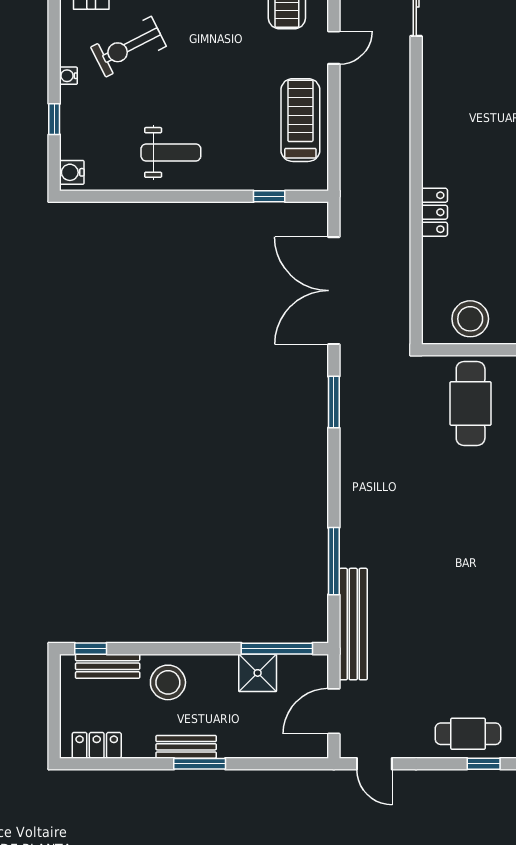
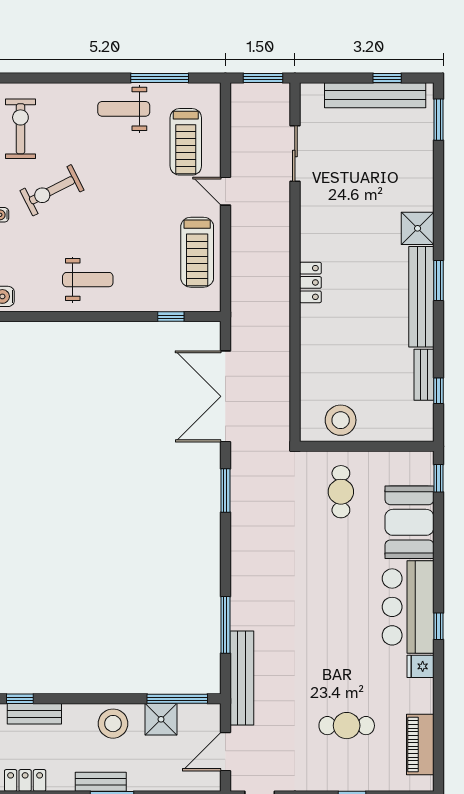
door: (334, 48) -> (225, 191), swing flipped
treadmill: (300, 120) -> (197, 252), turned 180
locker: (434, 212) -> (310, 282), moved
cafe table: (471, 403) -> (341, 492), width x0.73, depth x0.74
stool: (168, 682) -> (113, 724), moved
cafe table: (468, 734) -> (347, 726), moved

